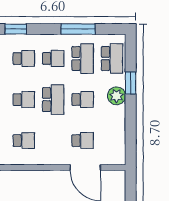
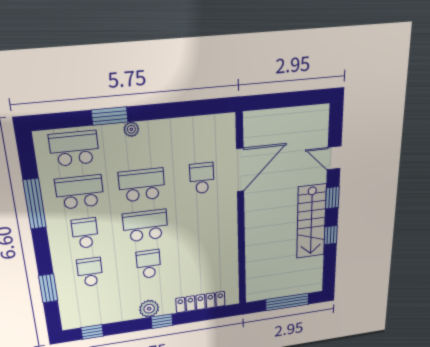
plant: (117, 96) -> (131, 129), width x0.53, depth x0.53
school desk: (83, 100) -> (142, 185), width x1.85
school desk: (24, 141) -> (205, 256), removed

